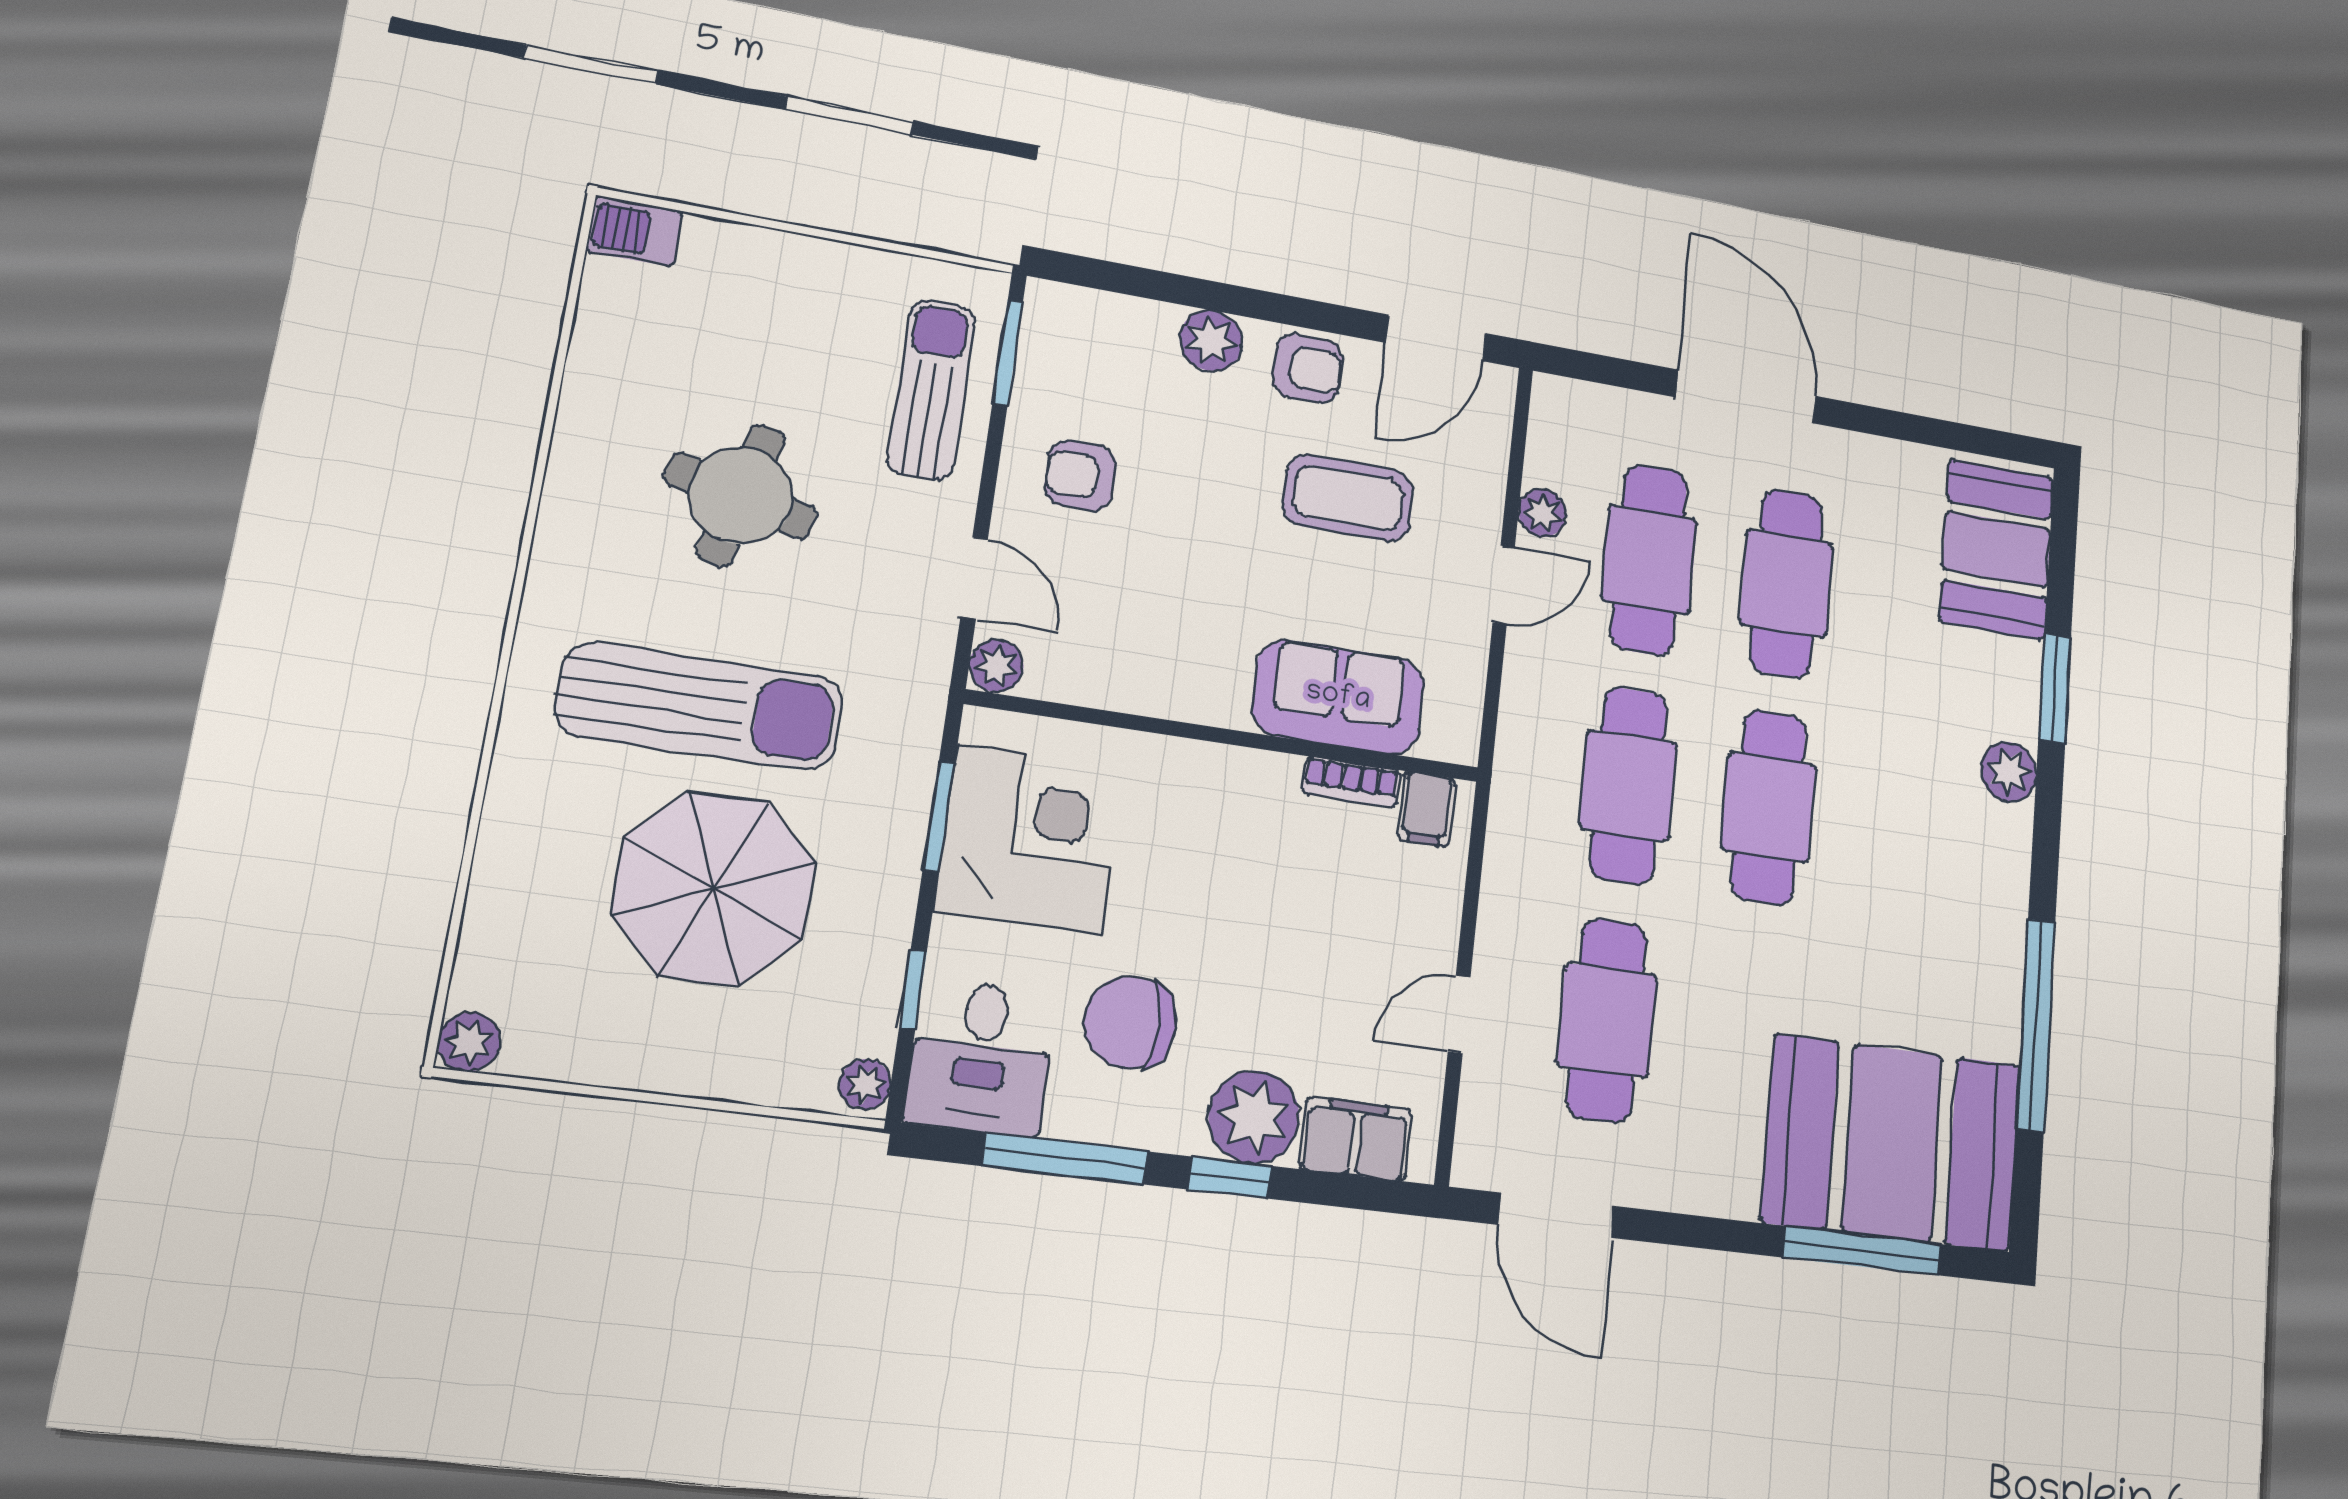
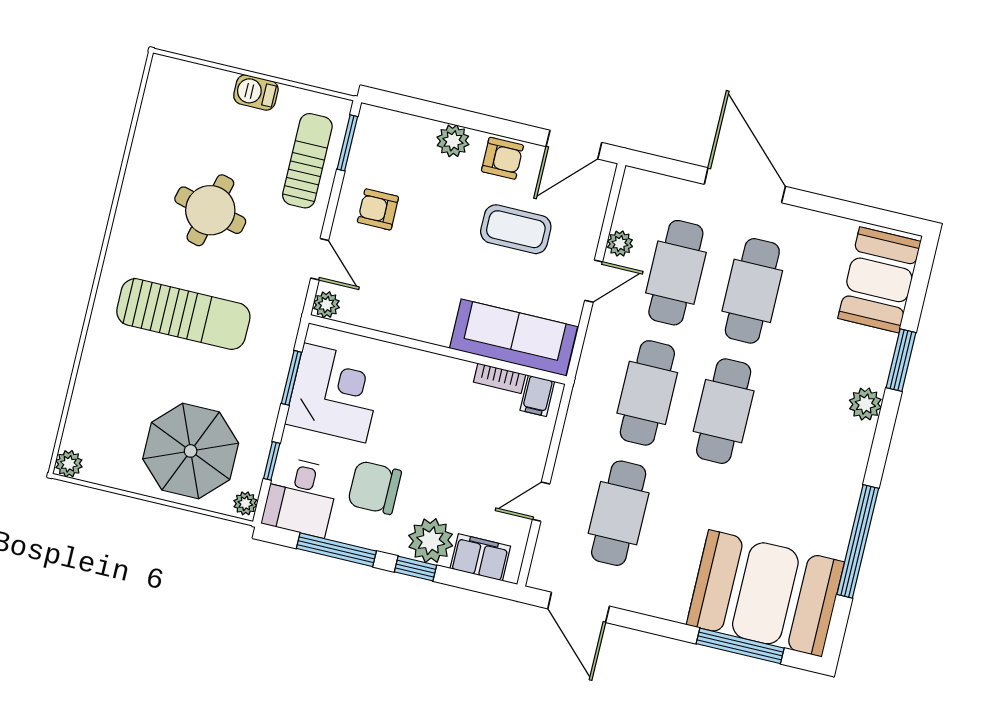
barbecue: (635, 231) -> (256, 92), moved
sofa: (1338, 697) -> (513, 337), width x1.36
parasol: (714, 889) -> (191, 451), moved

